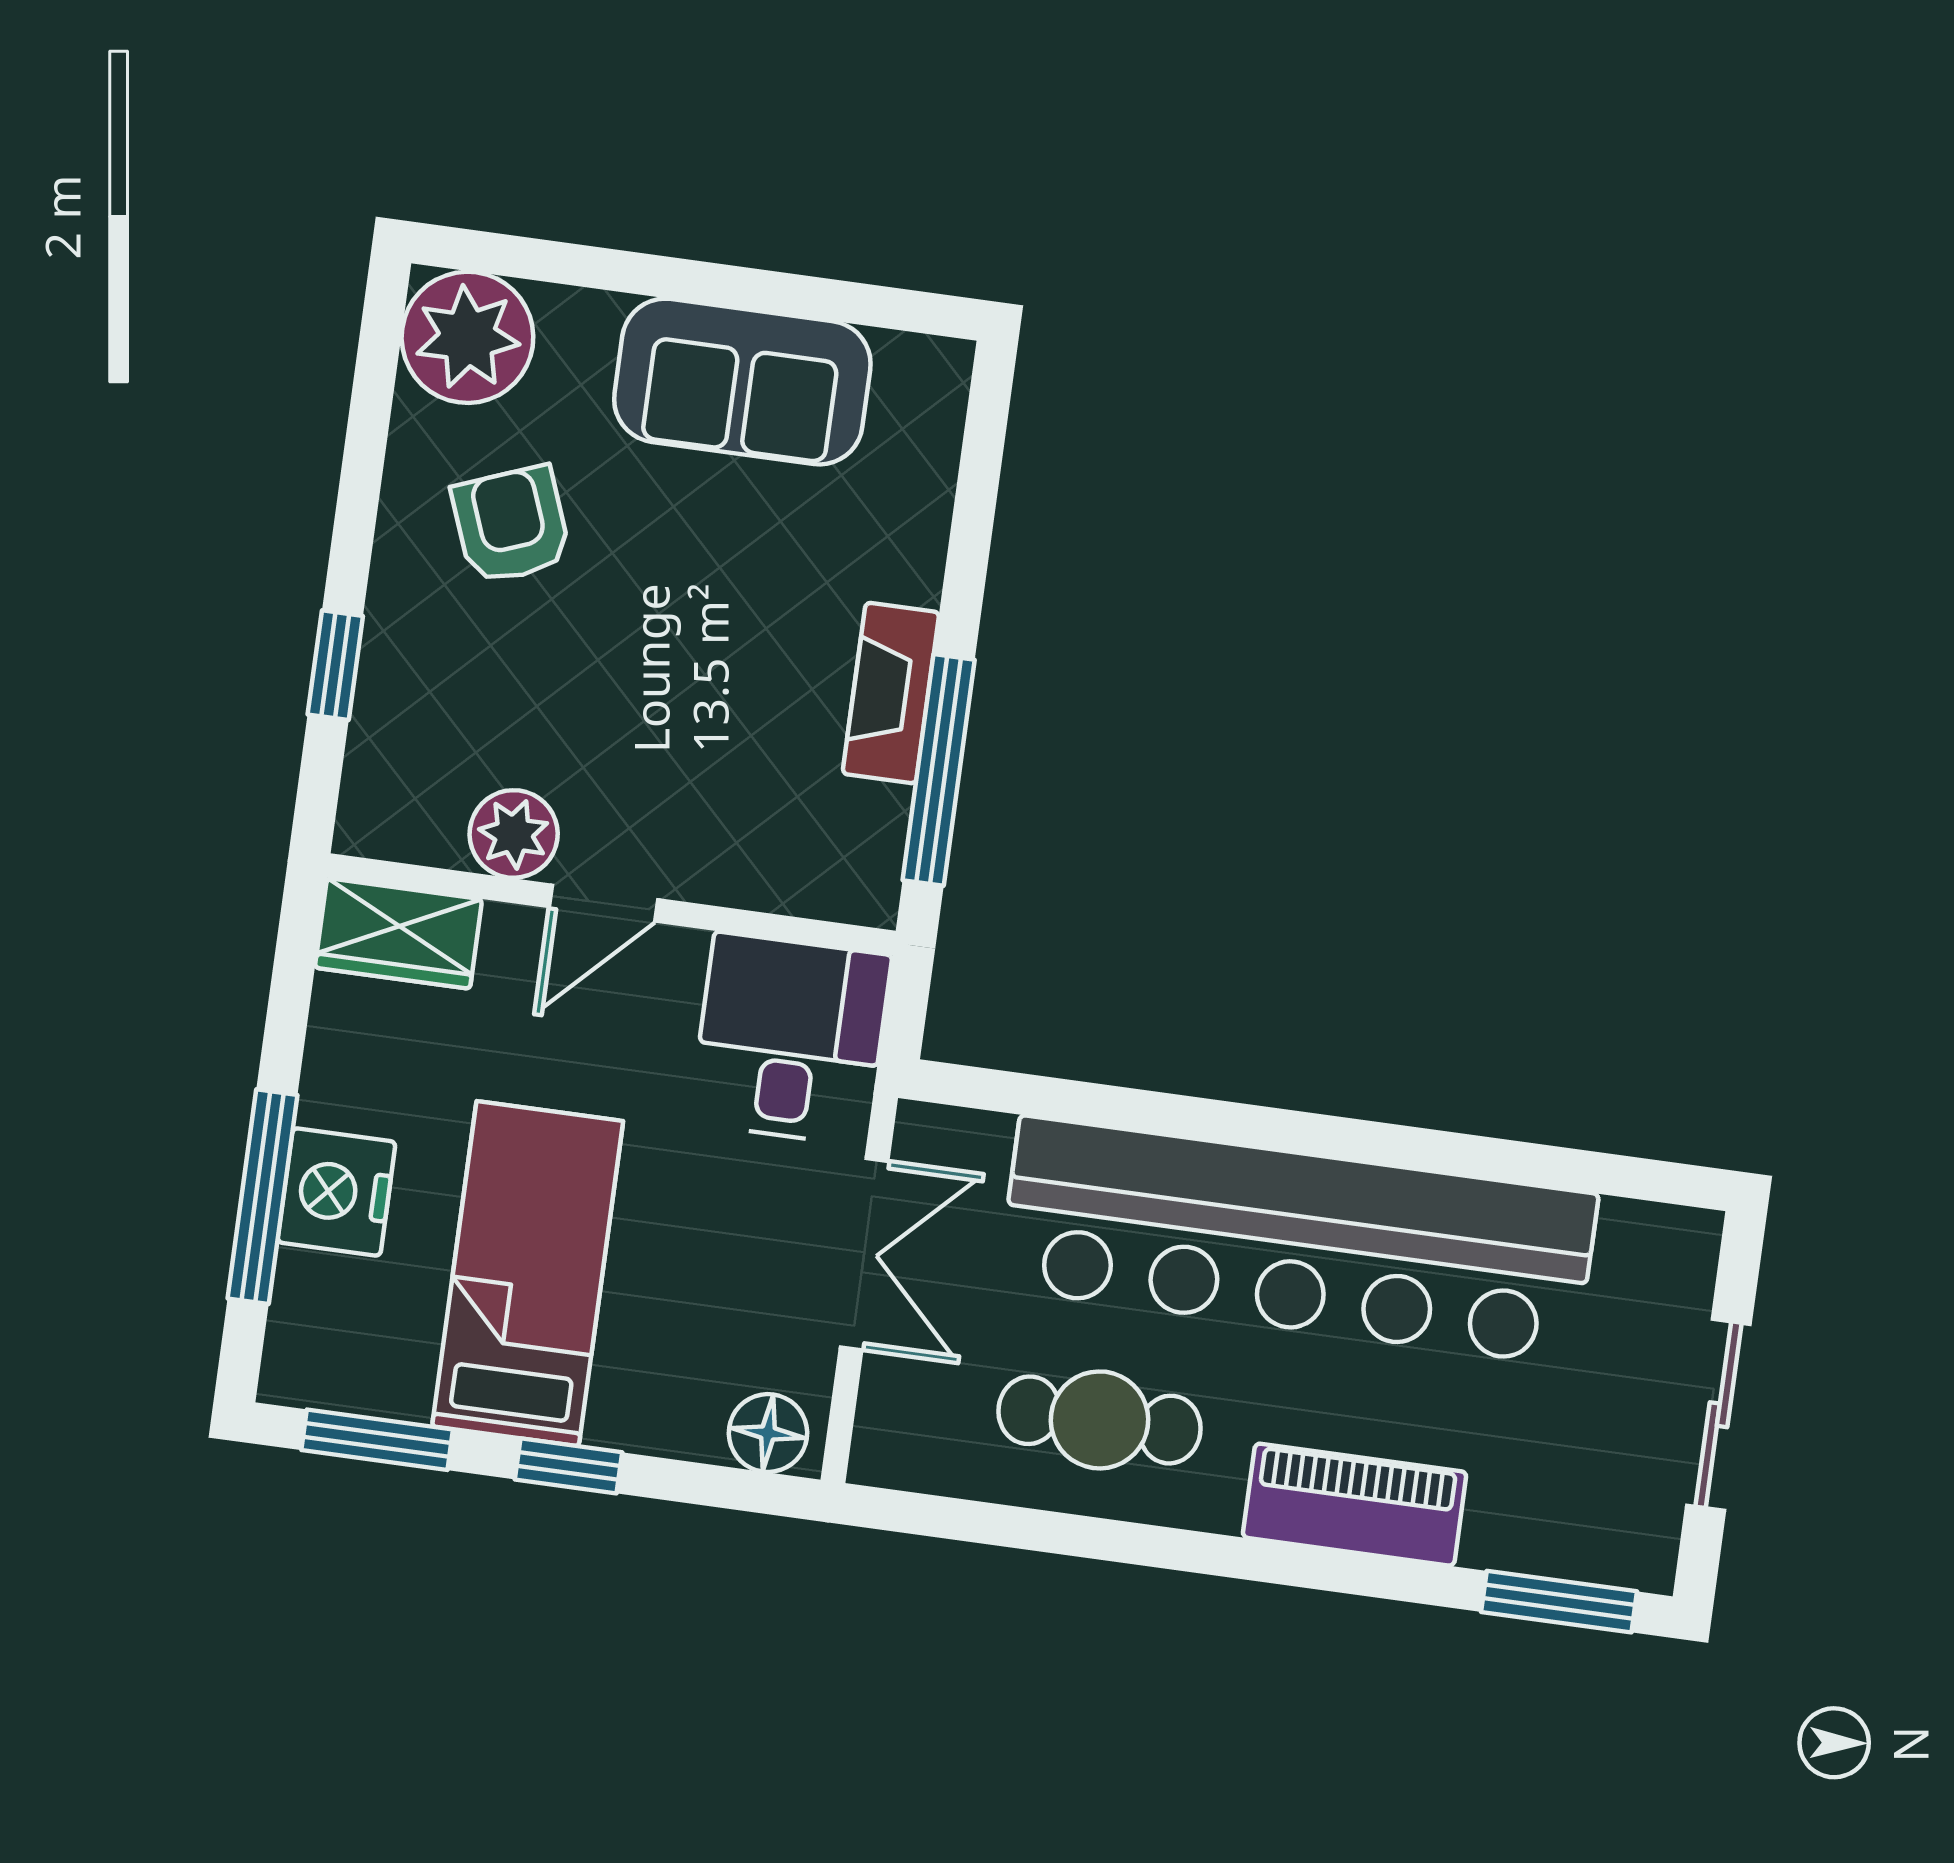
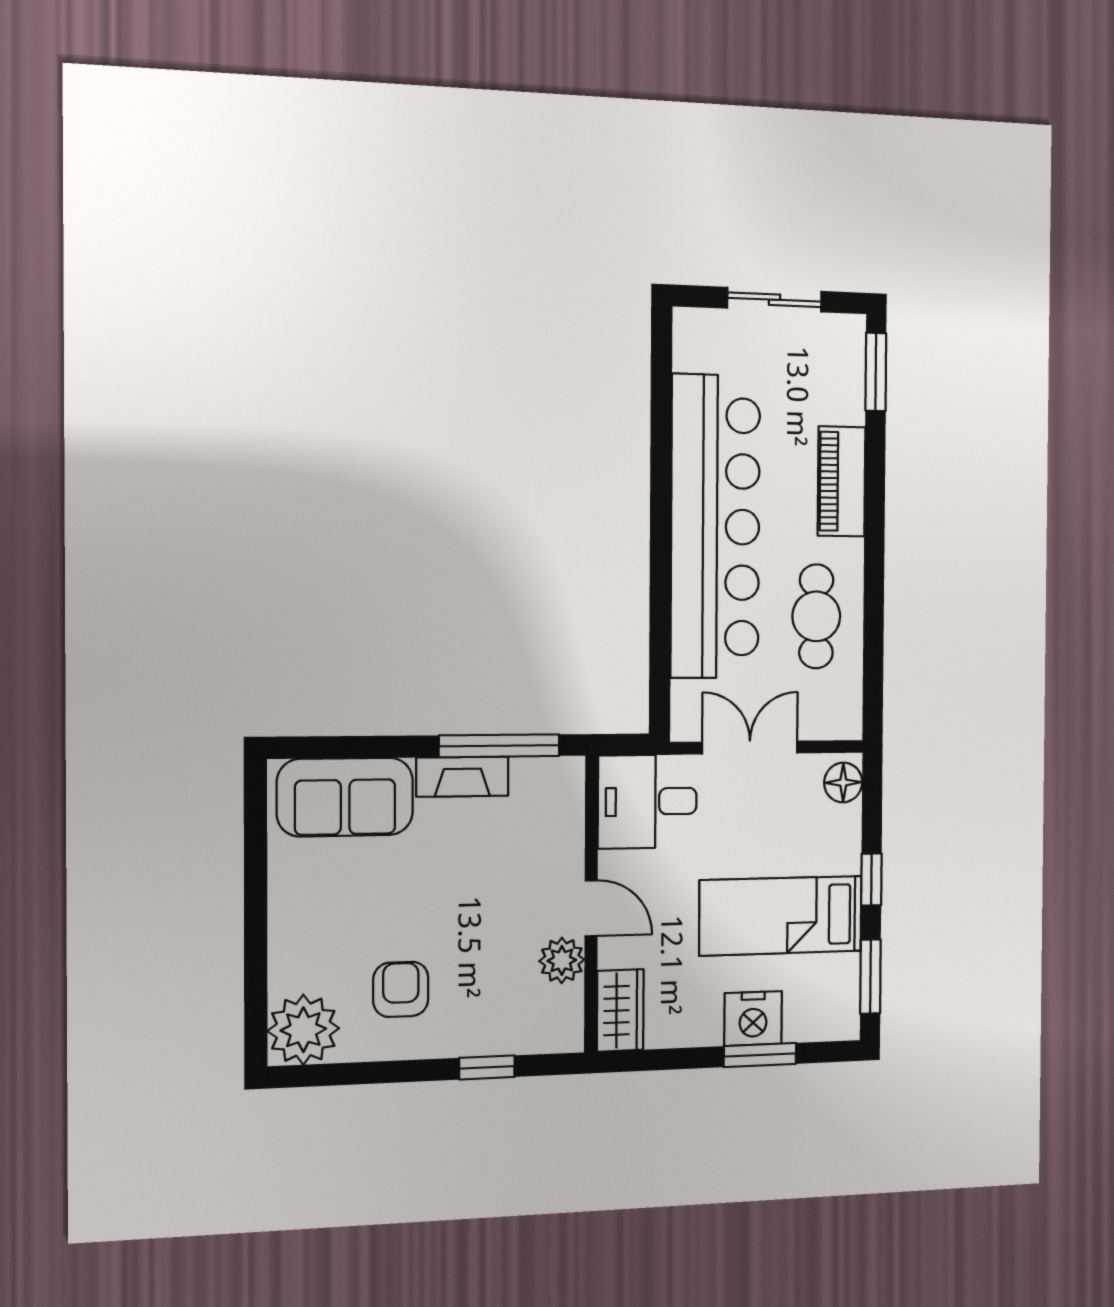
sofa: (742, 382) -> (345, 797), moved, turned 90
armchair: (511, 525) -> (401, 989), turned 111
window: (263, 1197) -> (760, 1055), width x0.69

